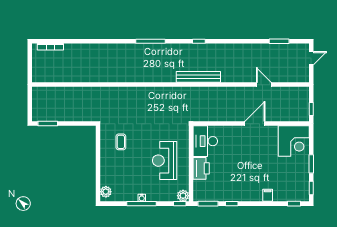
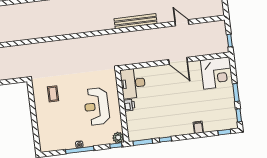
bench: (198, 77) -> (136, 21), moved
door: (255, 124) -> (178, 61), swing flipped
printer: (201, 168) -> (129, 105), width x0.53, depth x0.68
plant: (106, 192) -> (44, 143), removed

